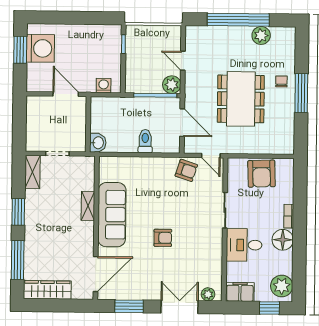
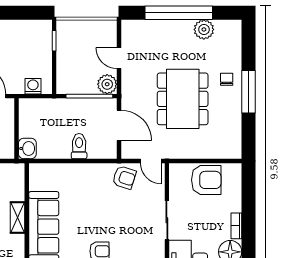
armchair: (262, 174) -> (206, 180), turned -88

